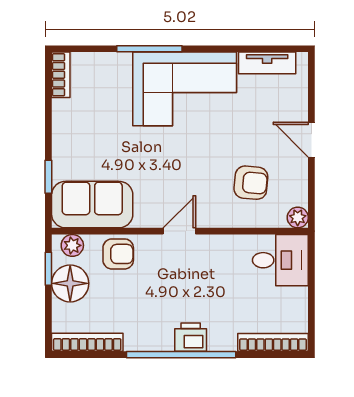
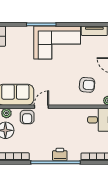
door: (179, 231) -> (41, 107), moved
armchair: (118, 254) -> (27, 117), turned 90

